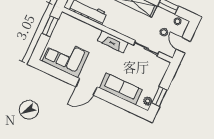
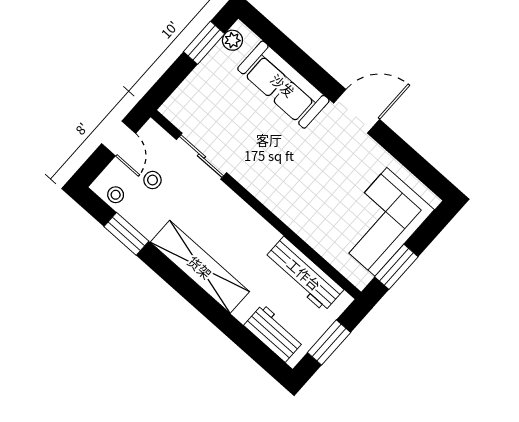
fireplace: (113, 42) -> (270, 193), removed
corner sofa: (65, 57) -> (381, 222), moved, turned 90

